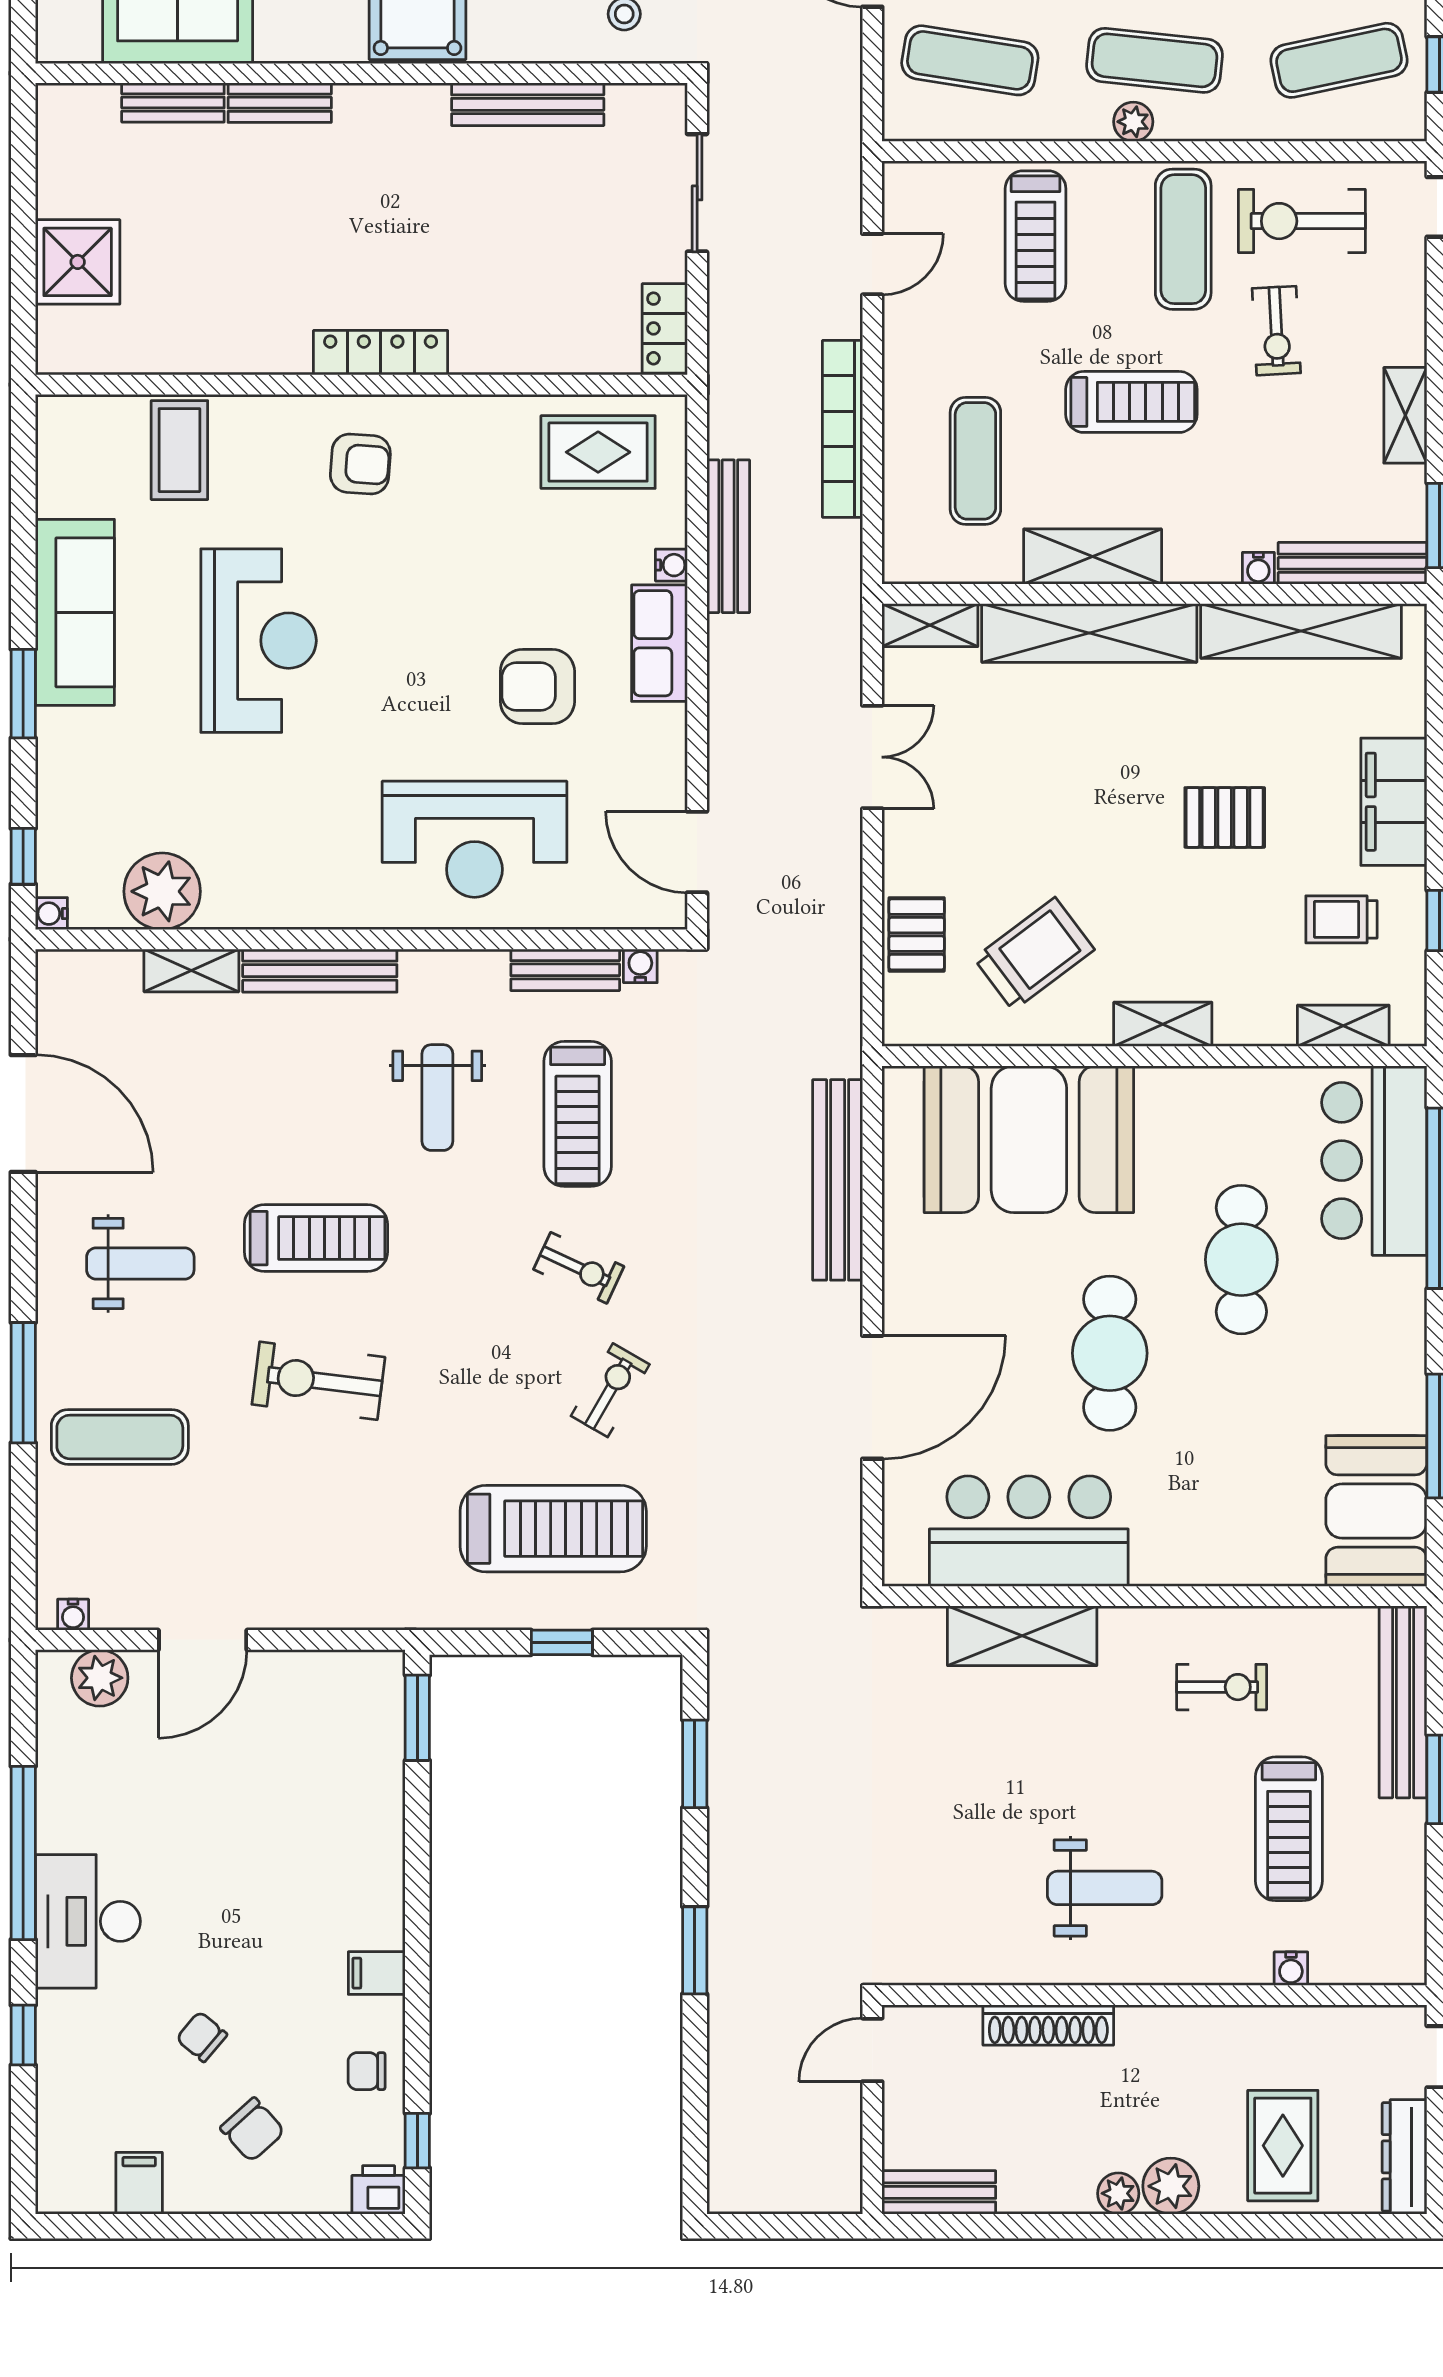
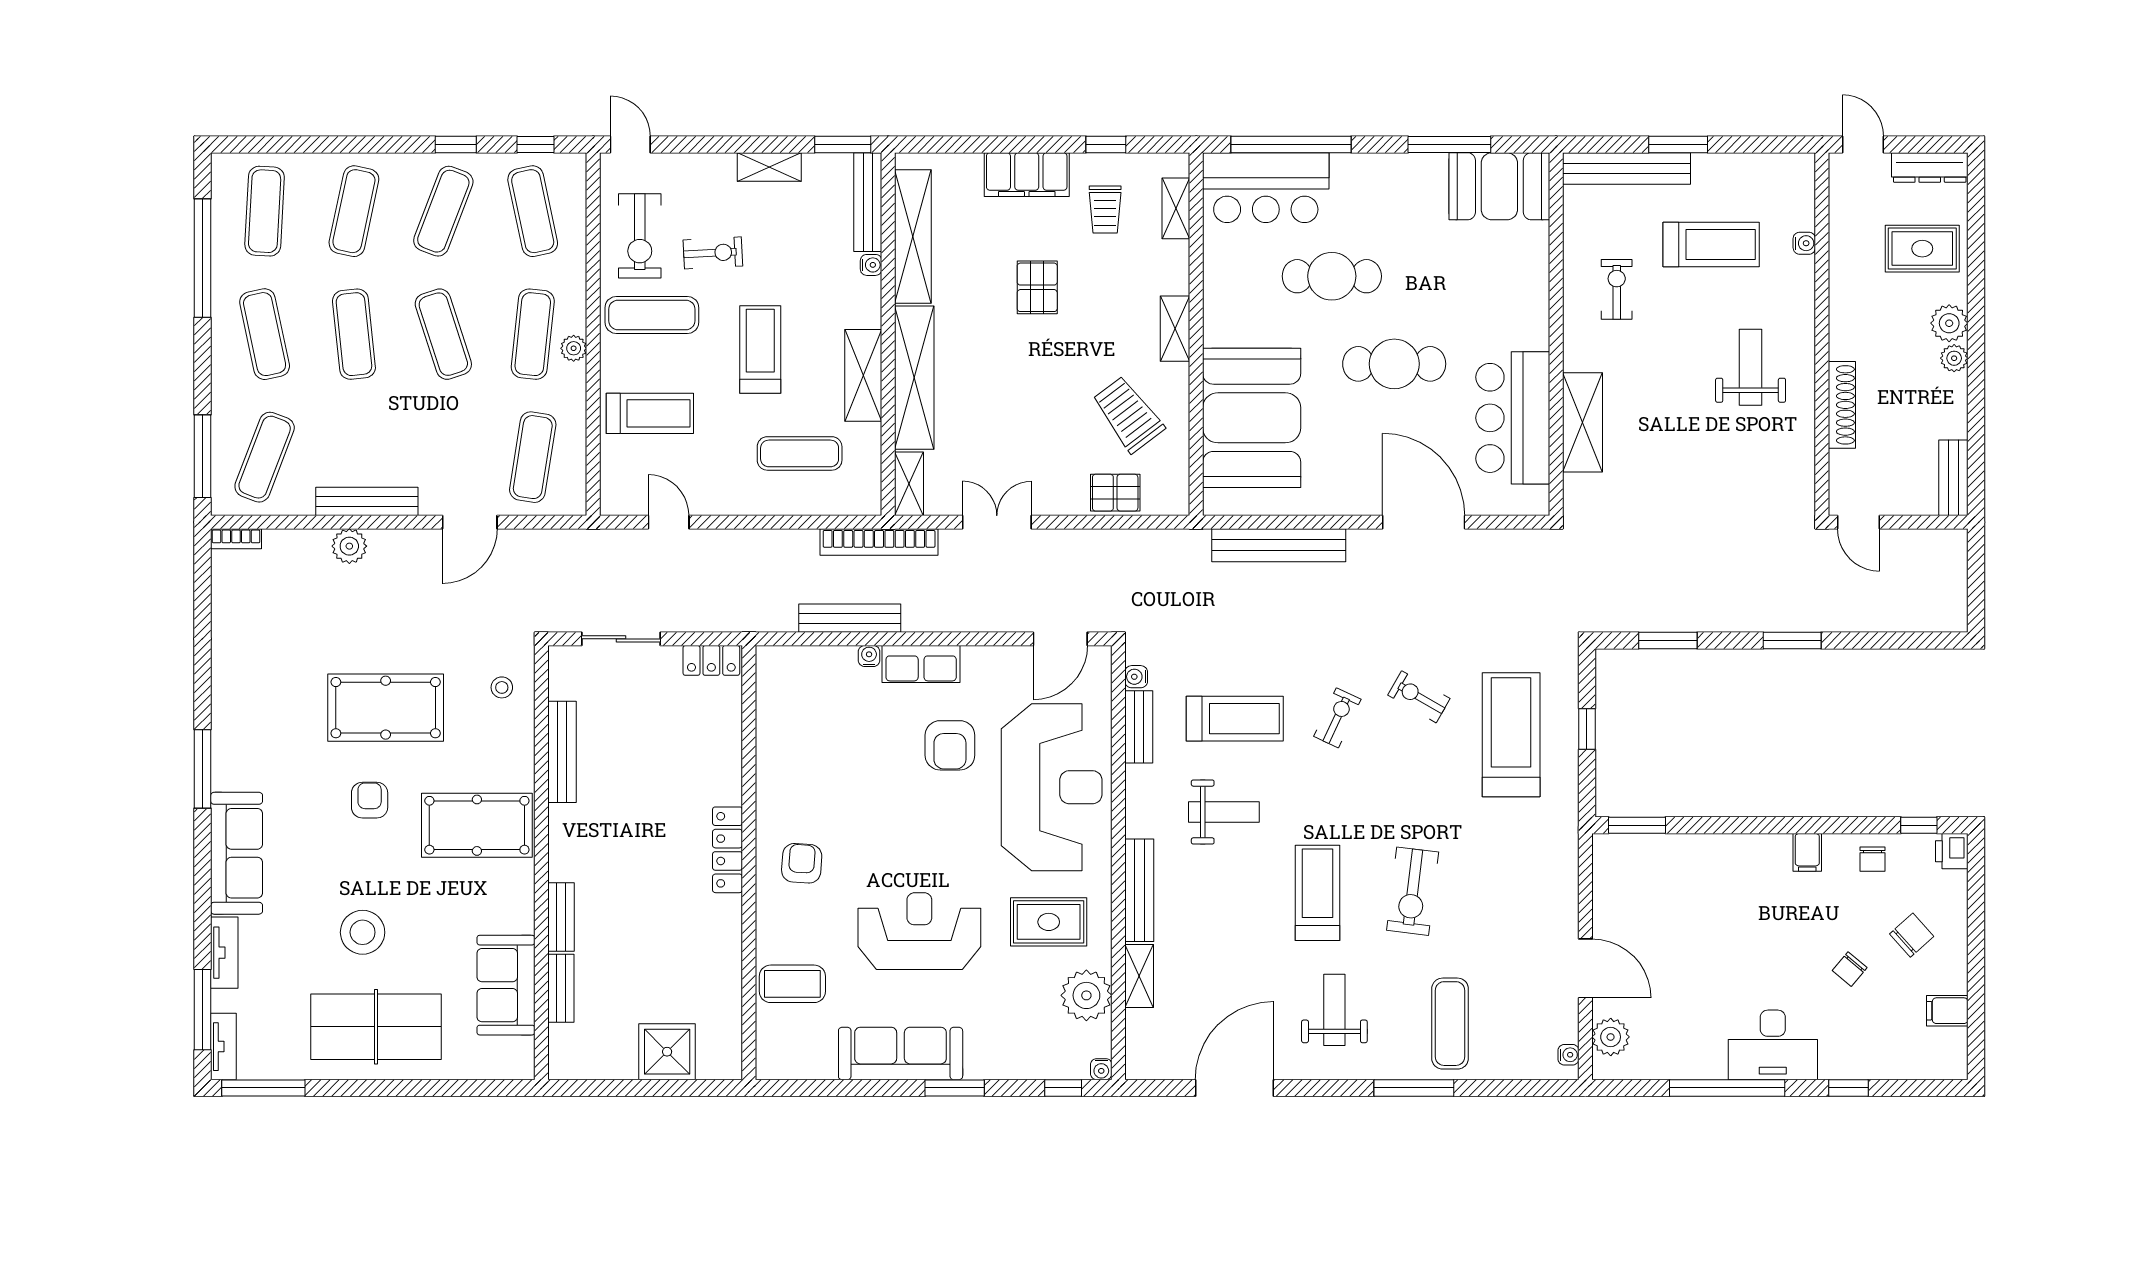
bookcase: (842, 429) -> (879, 542), moved
rug: (598, 452) -> (1049, 922), moved, turned 90
reception desk: (474, 839) -> (1052, 787), width x1.36, depth x1.30

